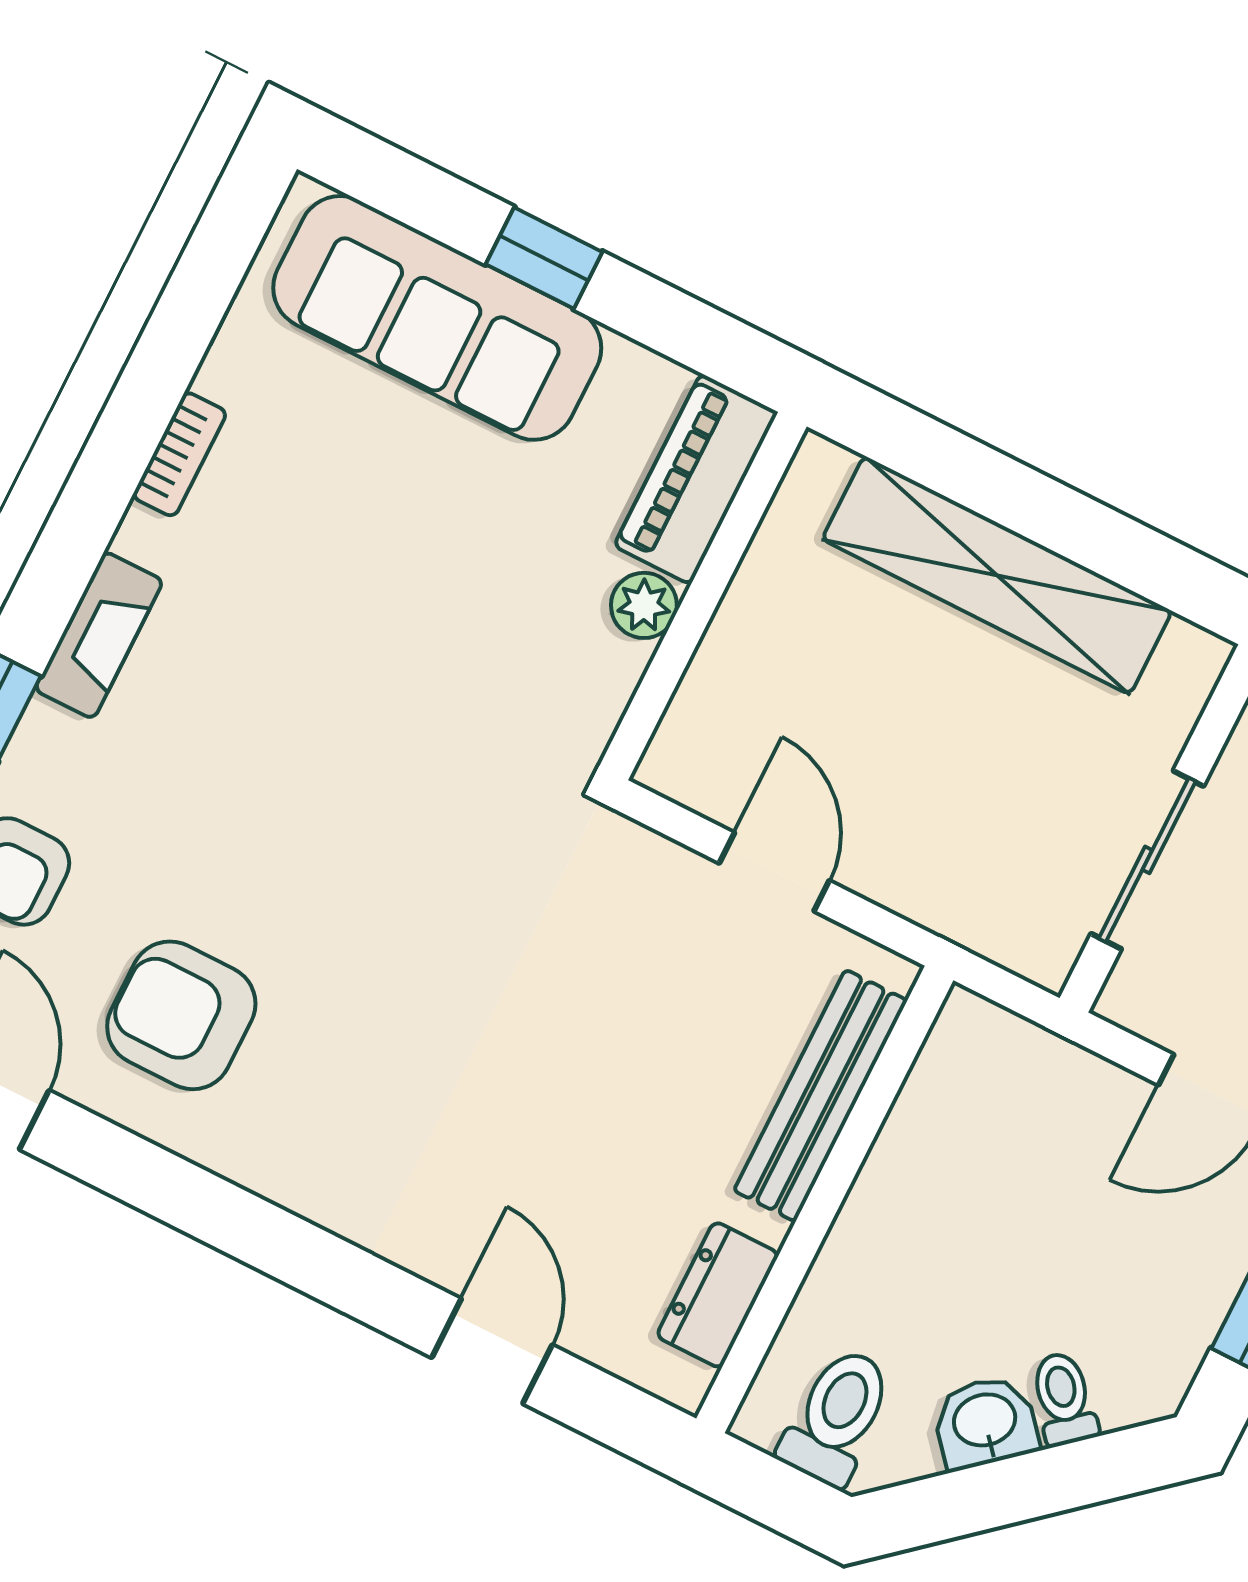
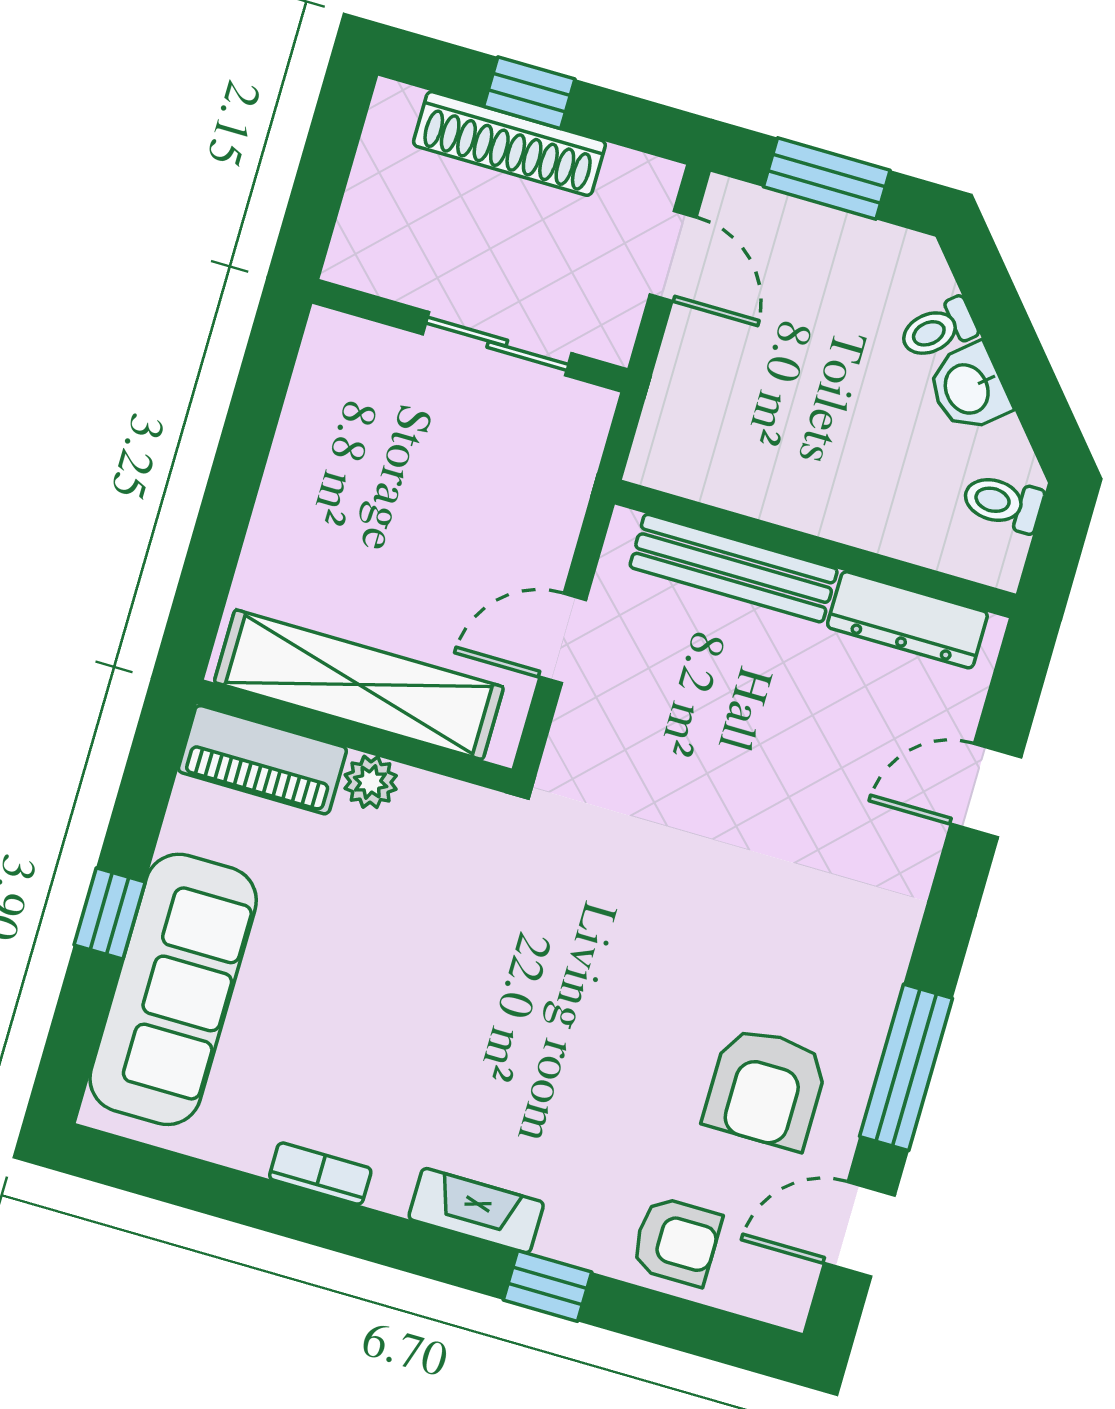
shelving: (997, 575) -> (359, 685), moved, turned 90
window: (174, 1191) -> (906, 1067), added
dresser: (718, 1295) -> (907, 620), width x1.44
toilet: (837, 1417) -> (1003, 503), width x0.73, depth x0.72

